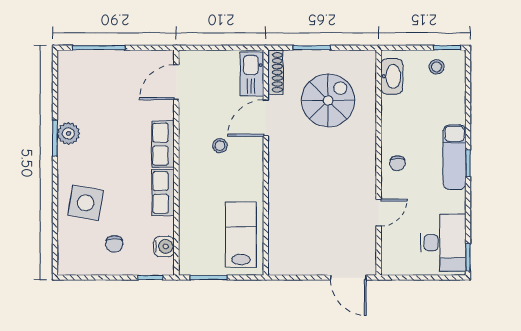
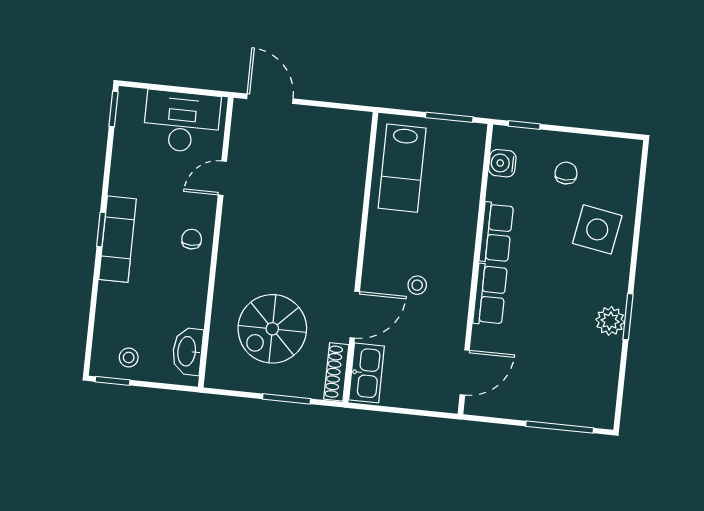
desk: (443, 243) -> (182, 122), moved, turned 90

